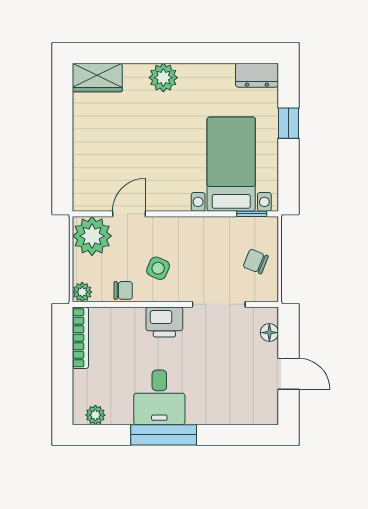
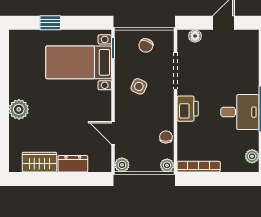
dresser: (257, 75) -> (73, 164), moved, turned -90
wardrobe: (97, 78) -> (39, 162), moved, turned -90
plant: (92, 236) -> (122, 165), width x0.53, depth x0.53
side table: (158, 268) -> (139, 86), moved

